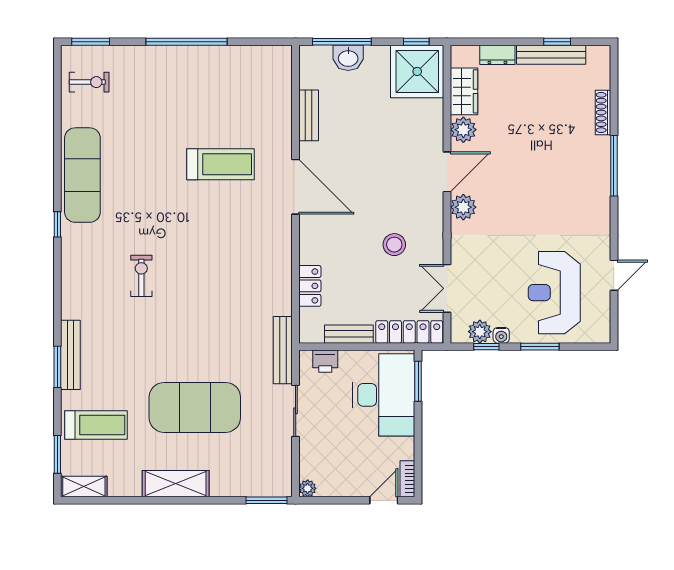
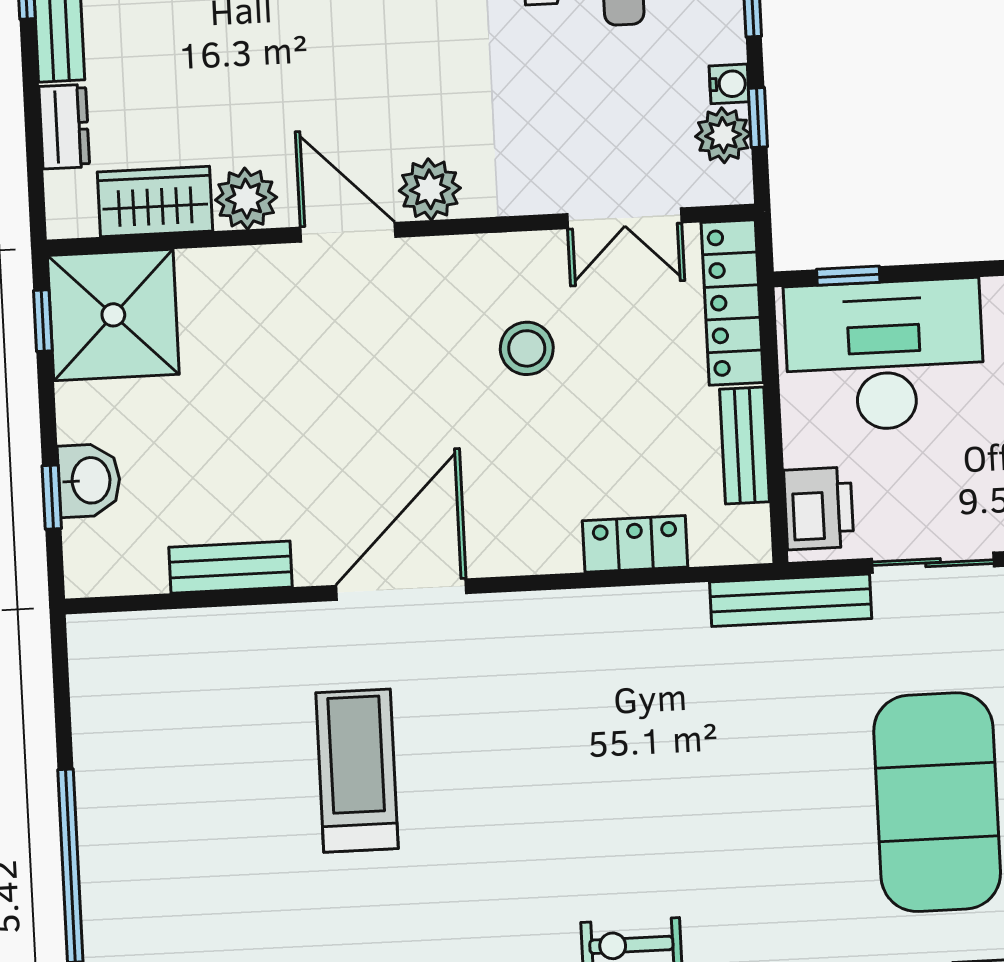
window: (342, 42) -> (52, 497), width x0.46
printer: (325, 361) -> (819, 508), width x1.36, depth x1.24
window: (418, 381) -> (848, 276), width x0.67

